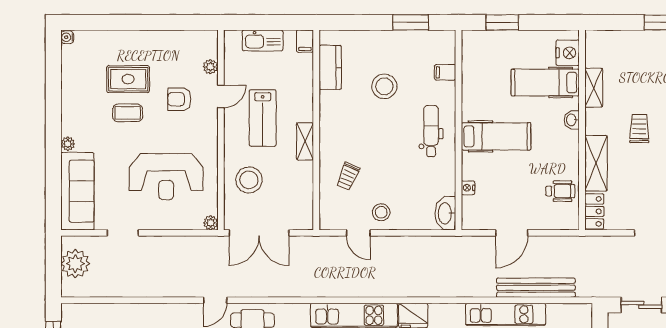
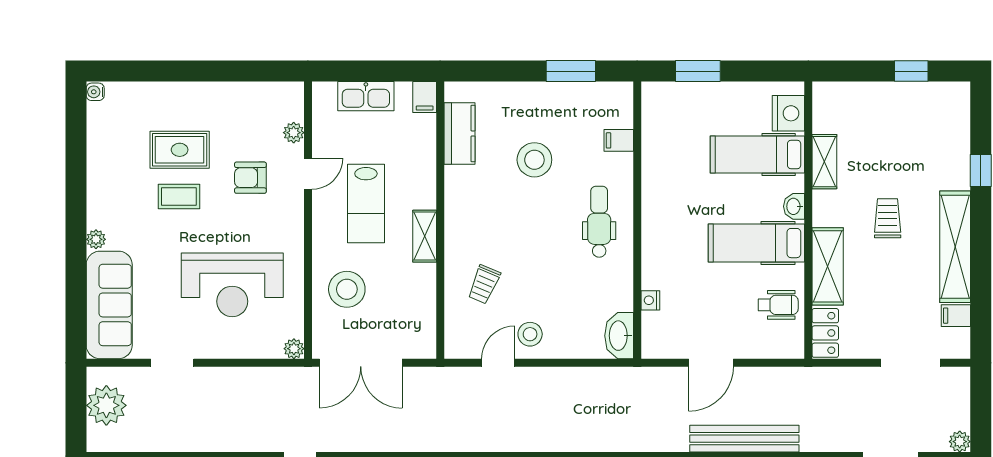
hospital bed: (496, 136) -> (756, 243), moved, turned 180
door: (358, 233) -> (498, 363), swing flipped

